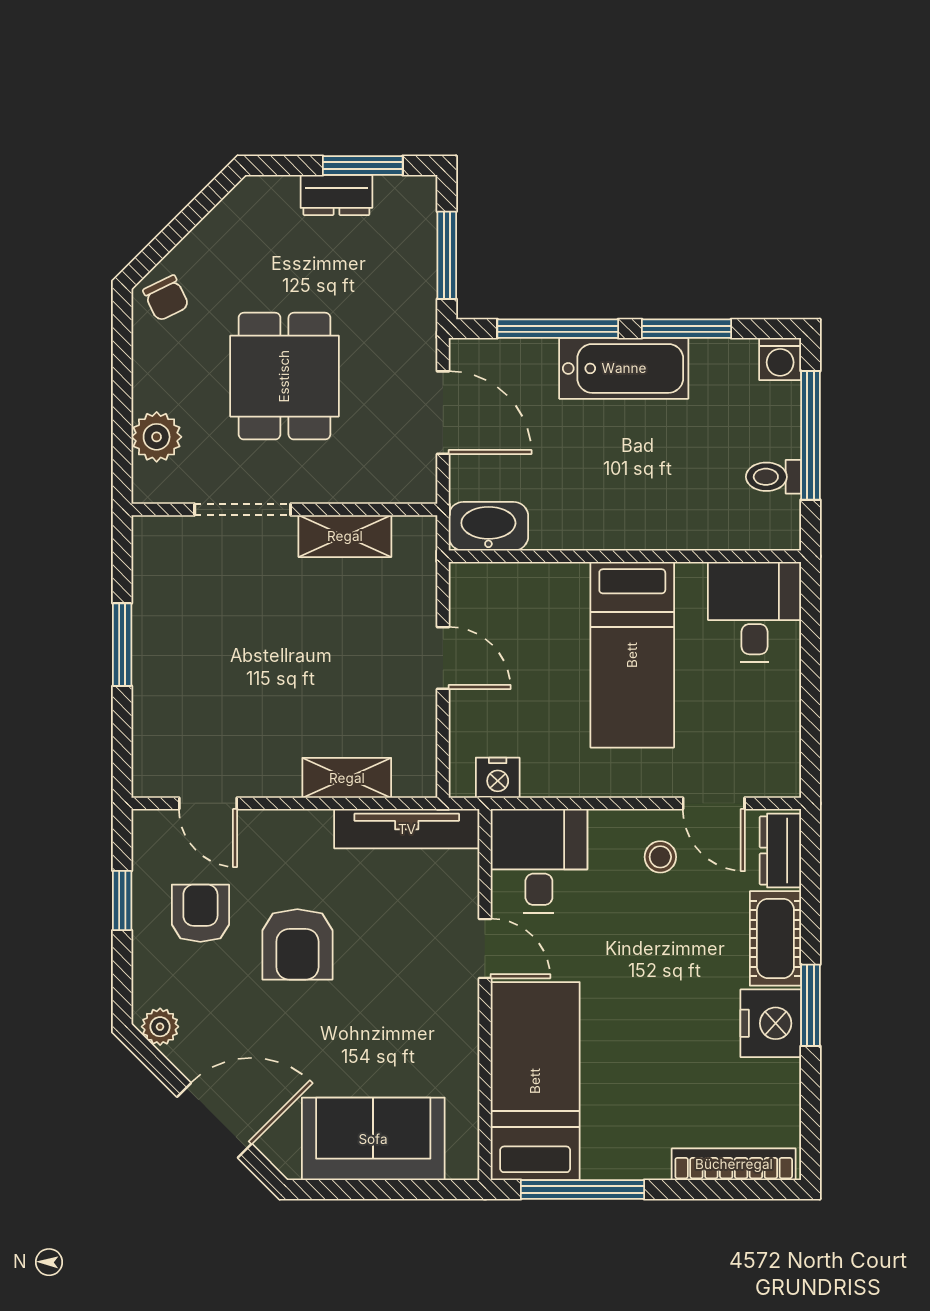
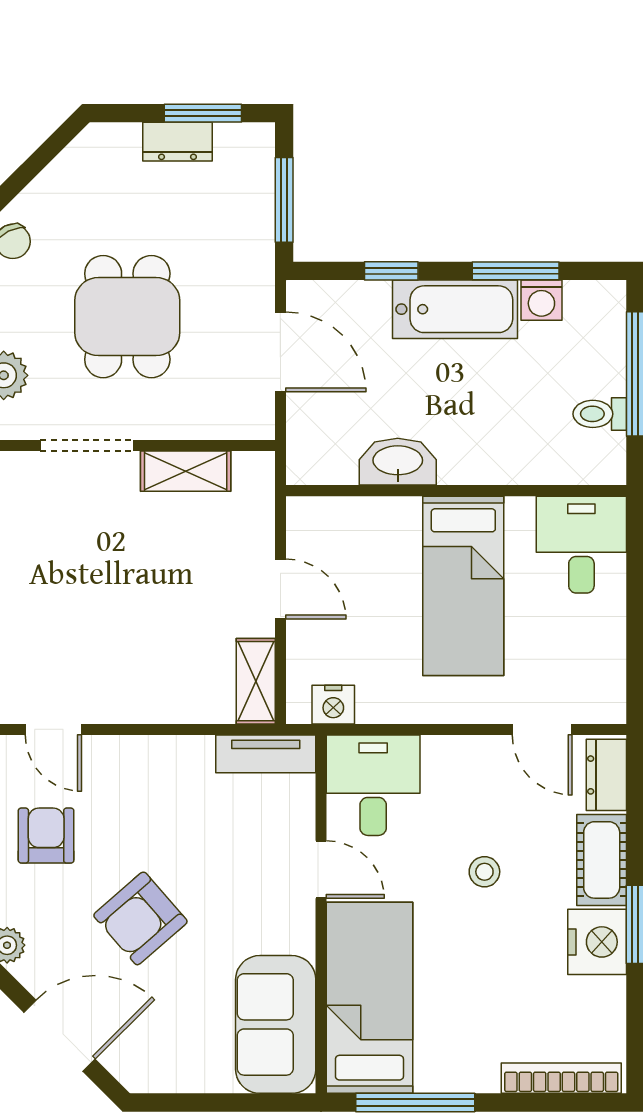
window: (558, 329) -> (391, 271), width x0.46
washing machine: (780, 359) -> (541, 300), moved
washbasin: (488, 526) -> (398, 462), moved
shelving: (347, 778) -> (256, 681), moved, turned 90
tv unit: (407, 829) -> (266, 754), width x0.71
stool: (660, 857) -> (484, 872), moved
armchair: (297, 944) -> (140, 918), moved, turned 49
sofa: (373, 1139) -> (276, 1024), moved, turned -90

